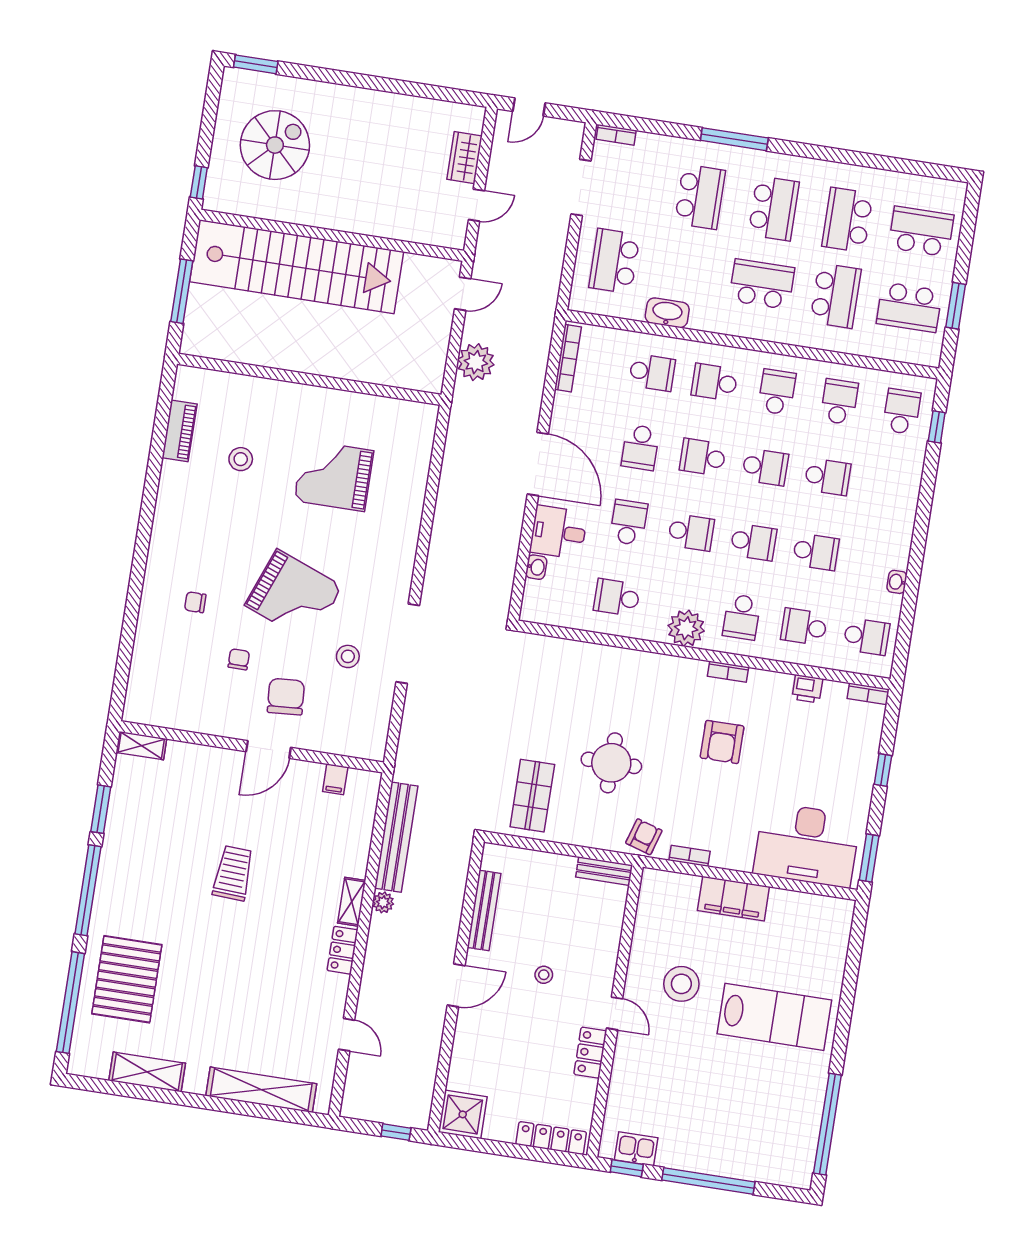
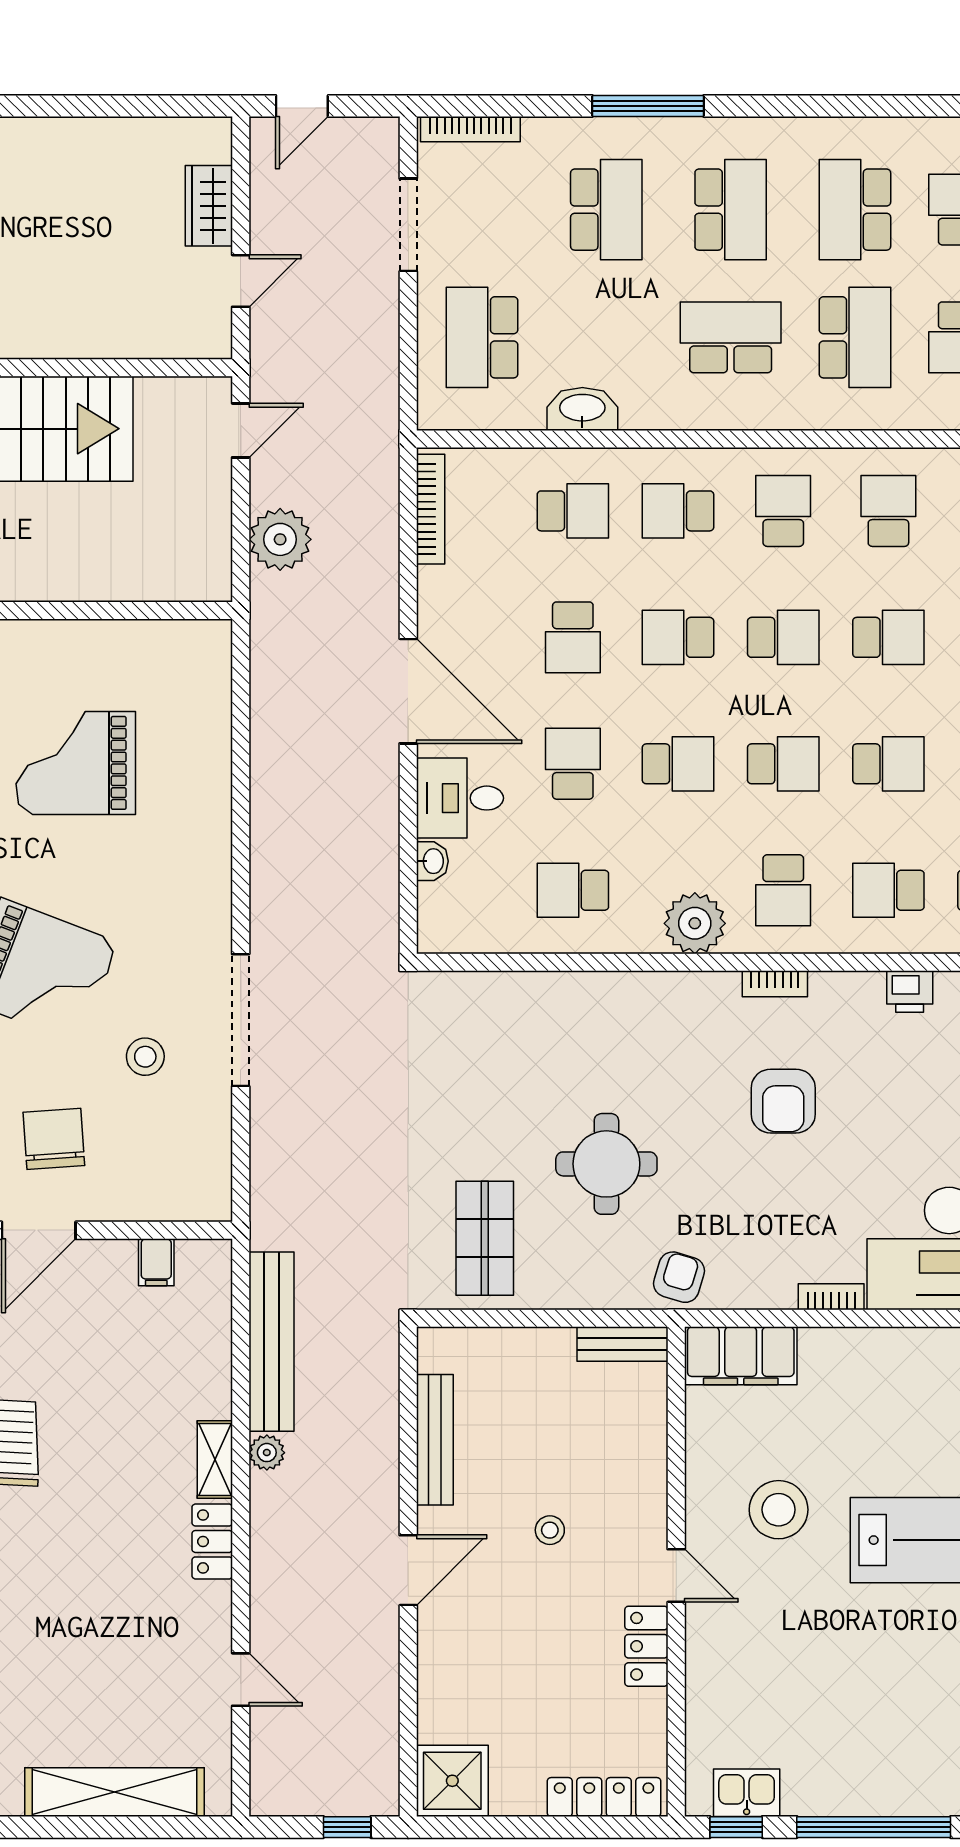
bookcase: (616, 135) -> (470, 129), width x1.56
bookcase: (690, 856) -> (831, 1297), moved
filing cabinet: (733, 899) -> (741, 1356), moved

